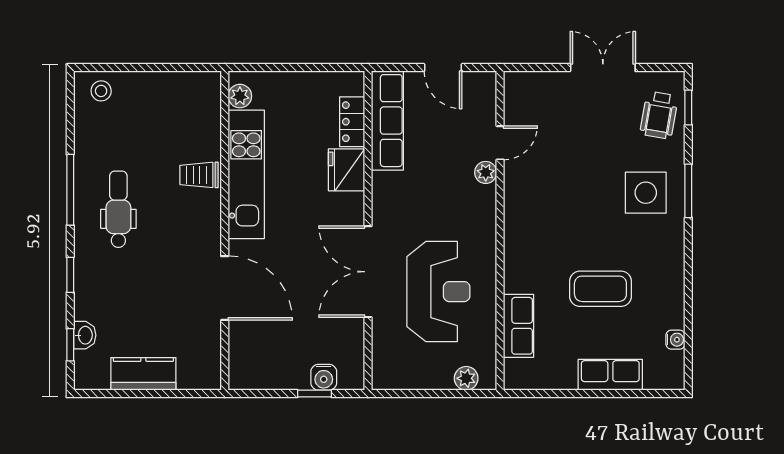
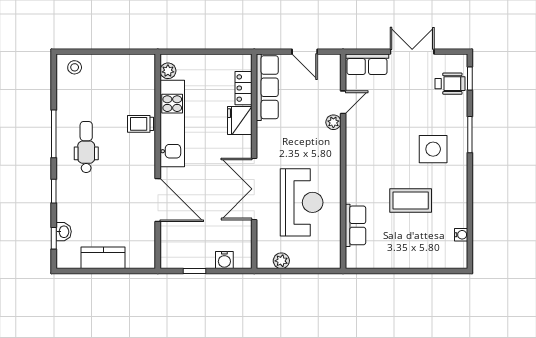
wheelchair: (659, 115) -> (450, 84), turned -100
side table: (646, 193) -> (433, 149), moved
row of seats: (610, 375) -> (367, 64), moved, turned 180
plant: (466, 378) -> (281, 261), moved
window: (315, 394) -> (195, 271), moved

